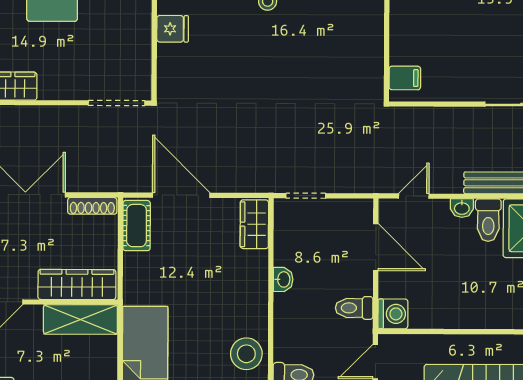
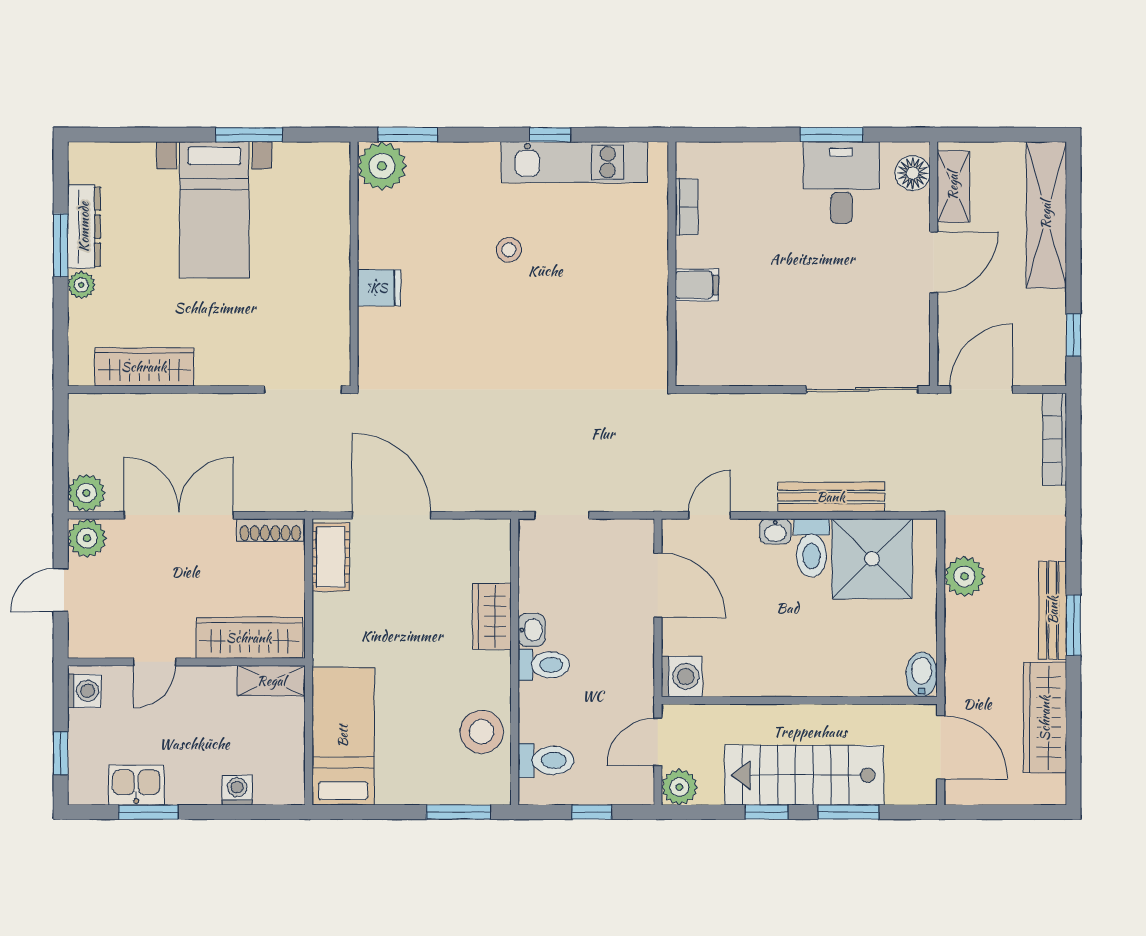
filing cabinet: (405, 78) -> (697, 285), moved
wardrobe: (254, 224) -> (492, 616), moved
toilet: (354, 308) -> (544, 665), moved, turned 180
shelving: (80, 319) -> (271, 681), width x0.67, depth x0.75

